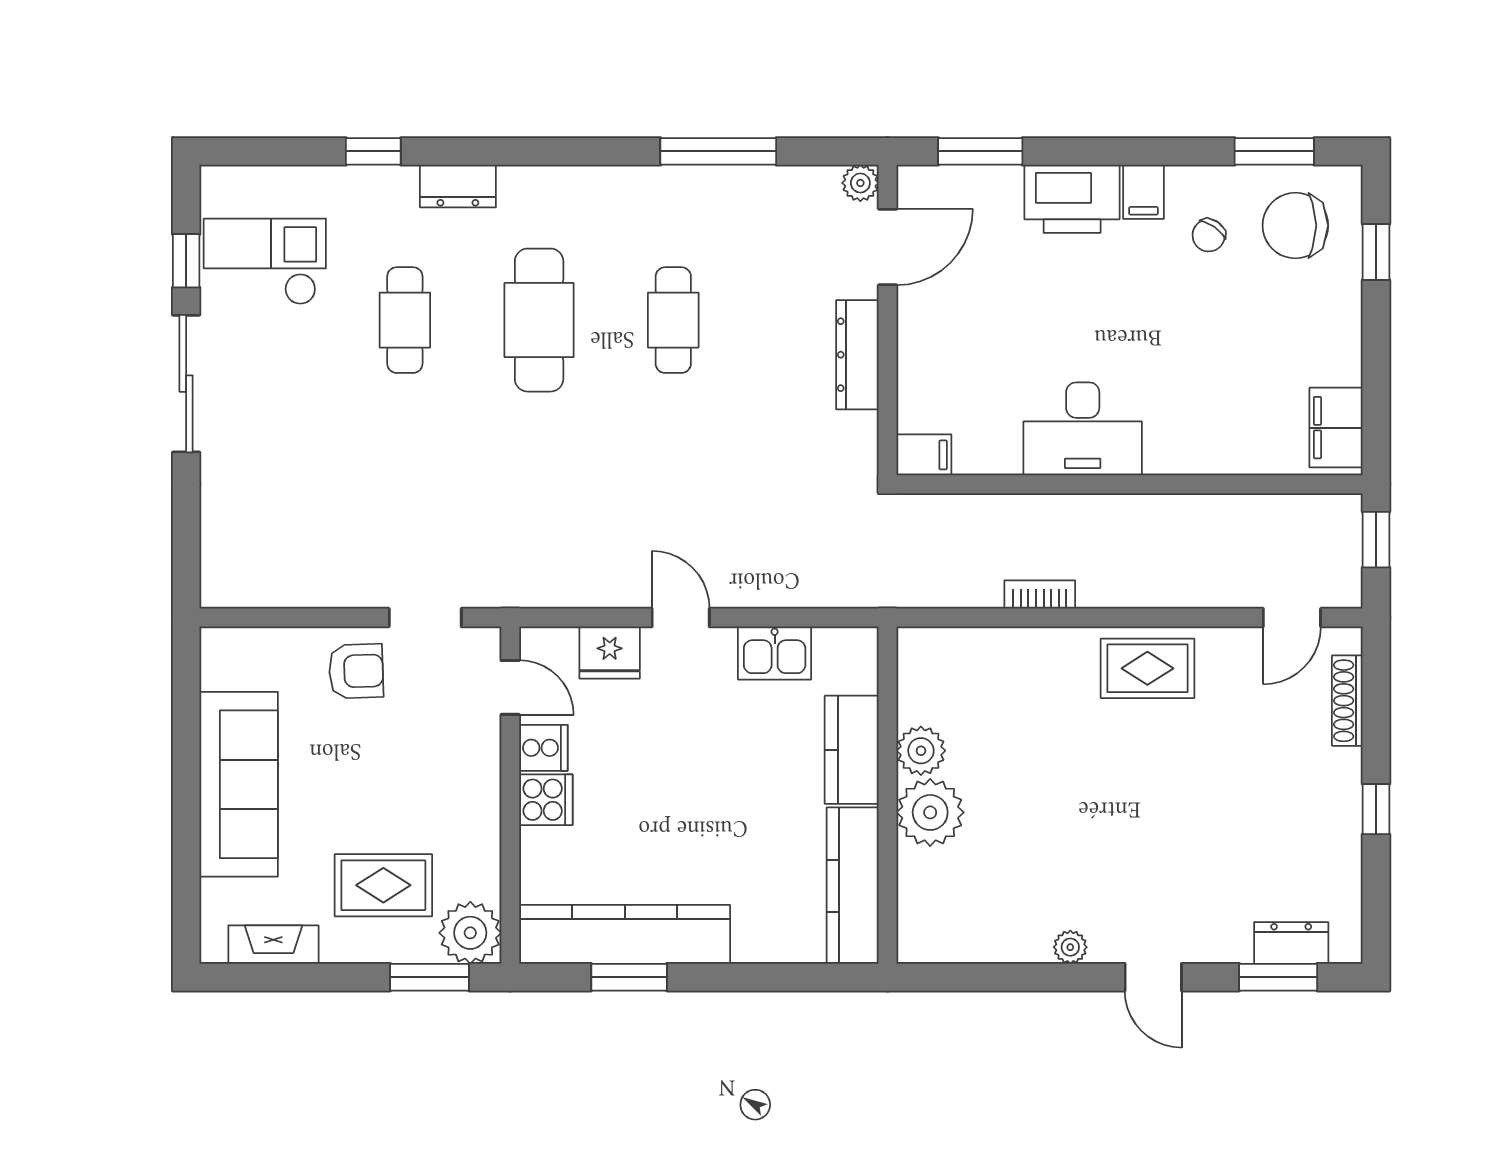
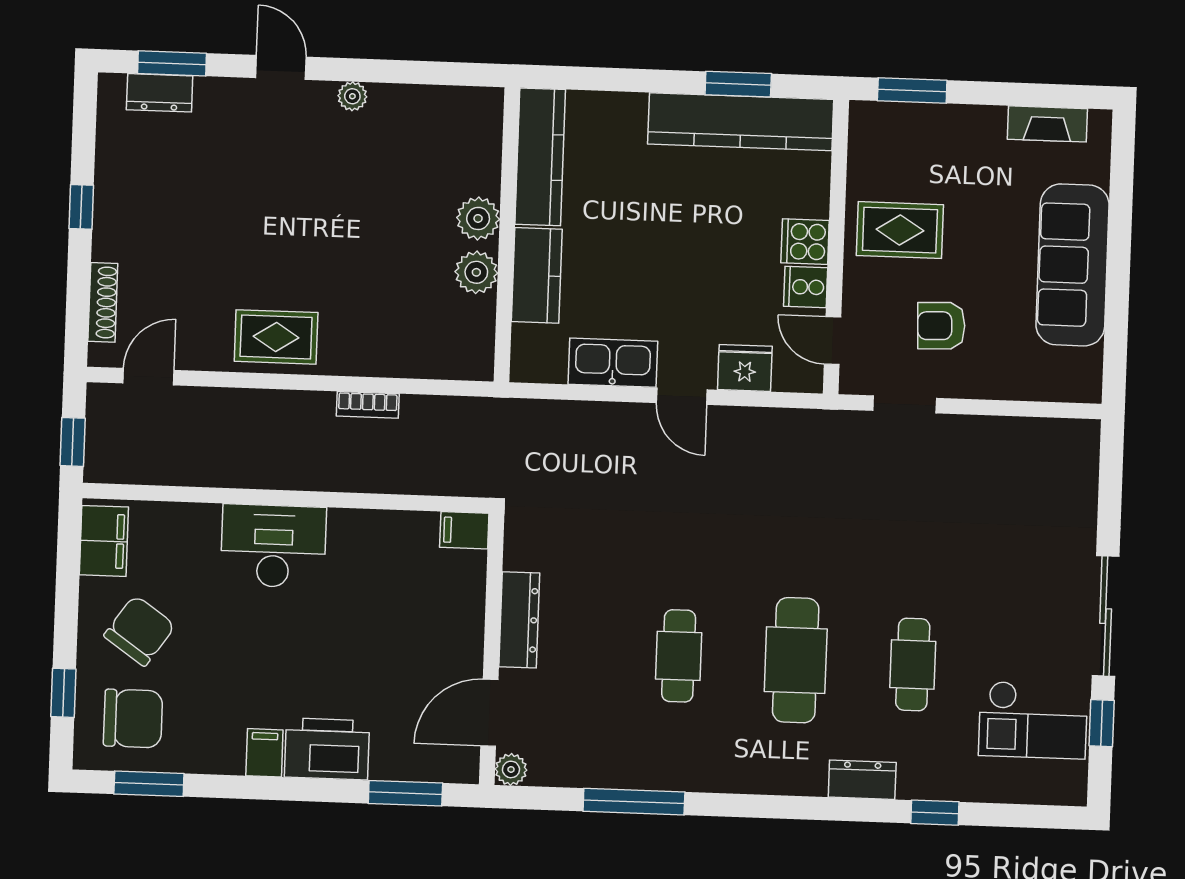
chair: (1209, 235) -> (140, 631), moved, width x1.87, depth x1.87
desk: (1083, 429) -> (273, 546), moved
kitchen sink: (775, 653) -> (613, 363), width x1.38
armchair: (356, 671) -> (941, 326), moved
plant: (930, 812) -> (478, 218), width x0.73, depth x0.73
rug: (383, 885) -> (900, 230), moved
plant: (470, 933) -> (875, 128), removed

